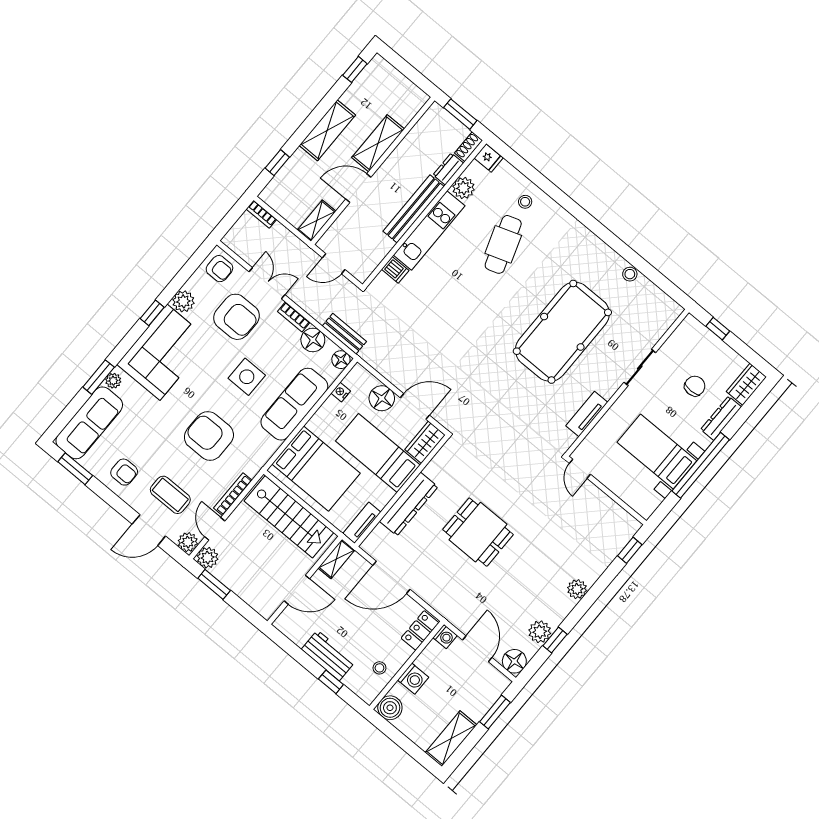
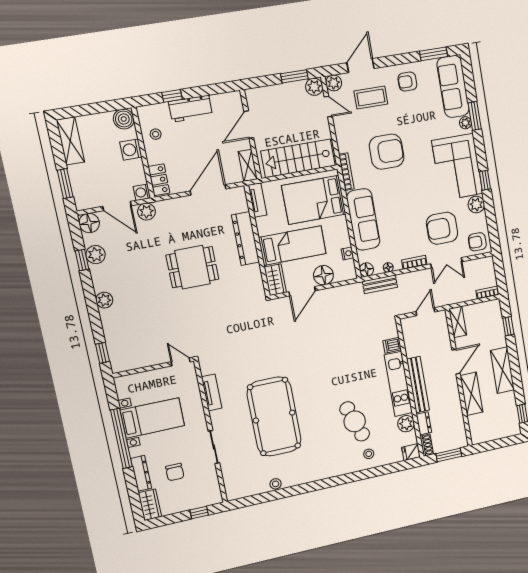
floor lamp: (313, 340) -> (388, 267), width x0.53, depth x0.53
side table: (247, 377) -> (403, 205), removed
bookcase: (233, 494) -> (346, 172), moved
plant: (460, 618) -> (146, 212), added

